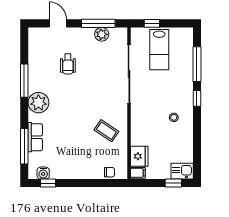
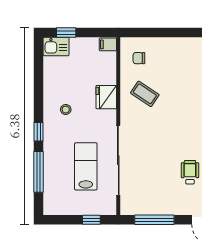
plant: (102, 34) -> (150, 207), removed
lab bench: (159, 50) -> (86, 166), moved
fridge: (139, 156) -> (106, 97), moved
chair: (109, 172) -> (139, 58), moved

